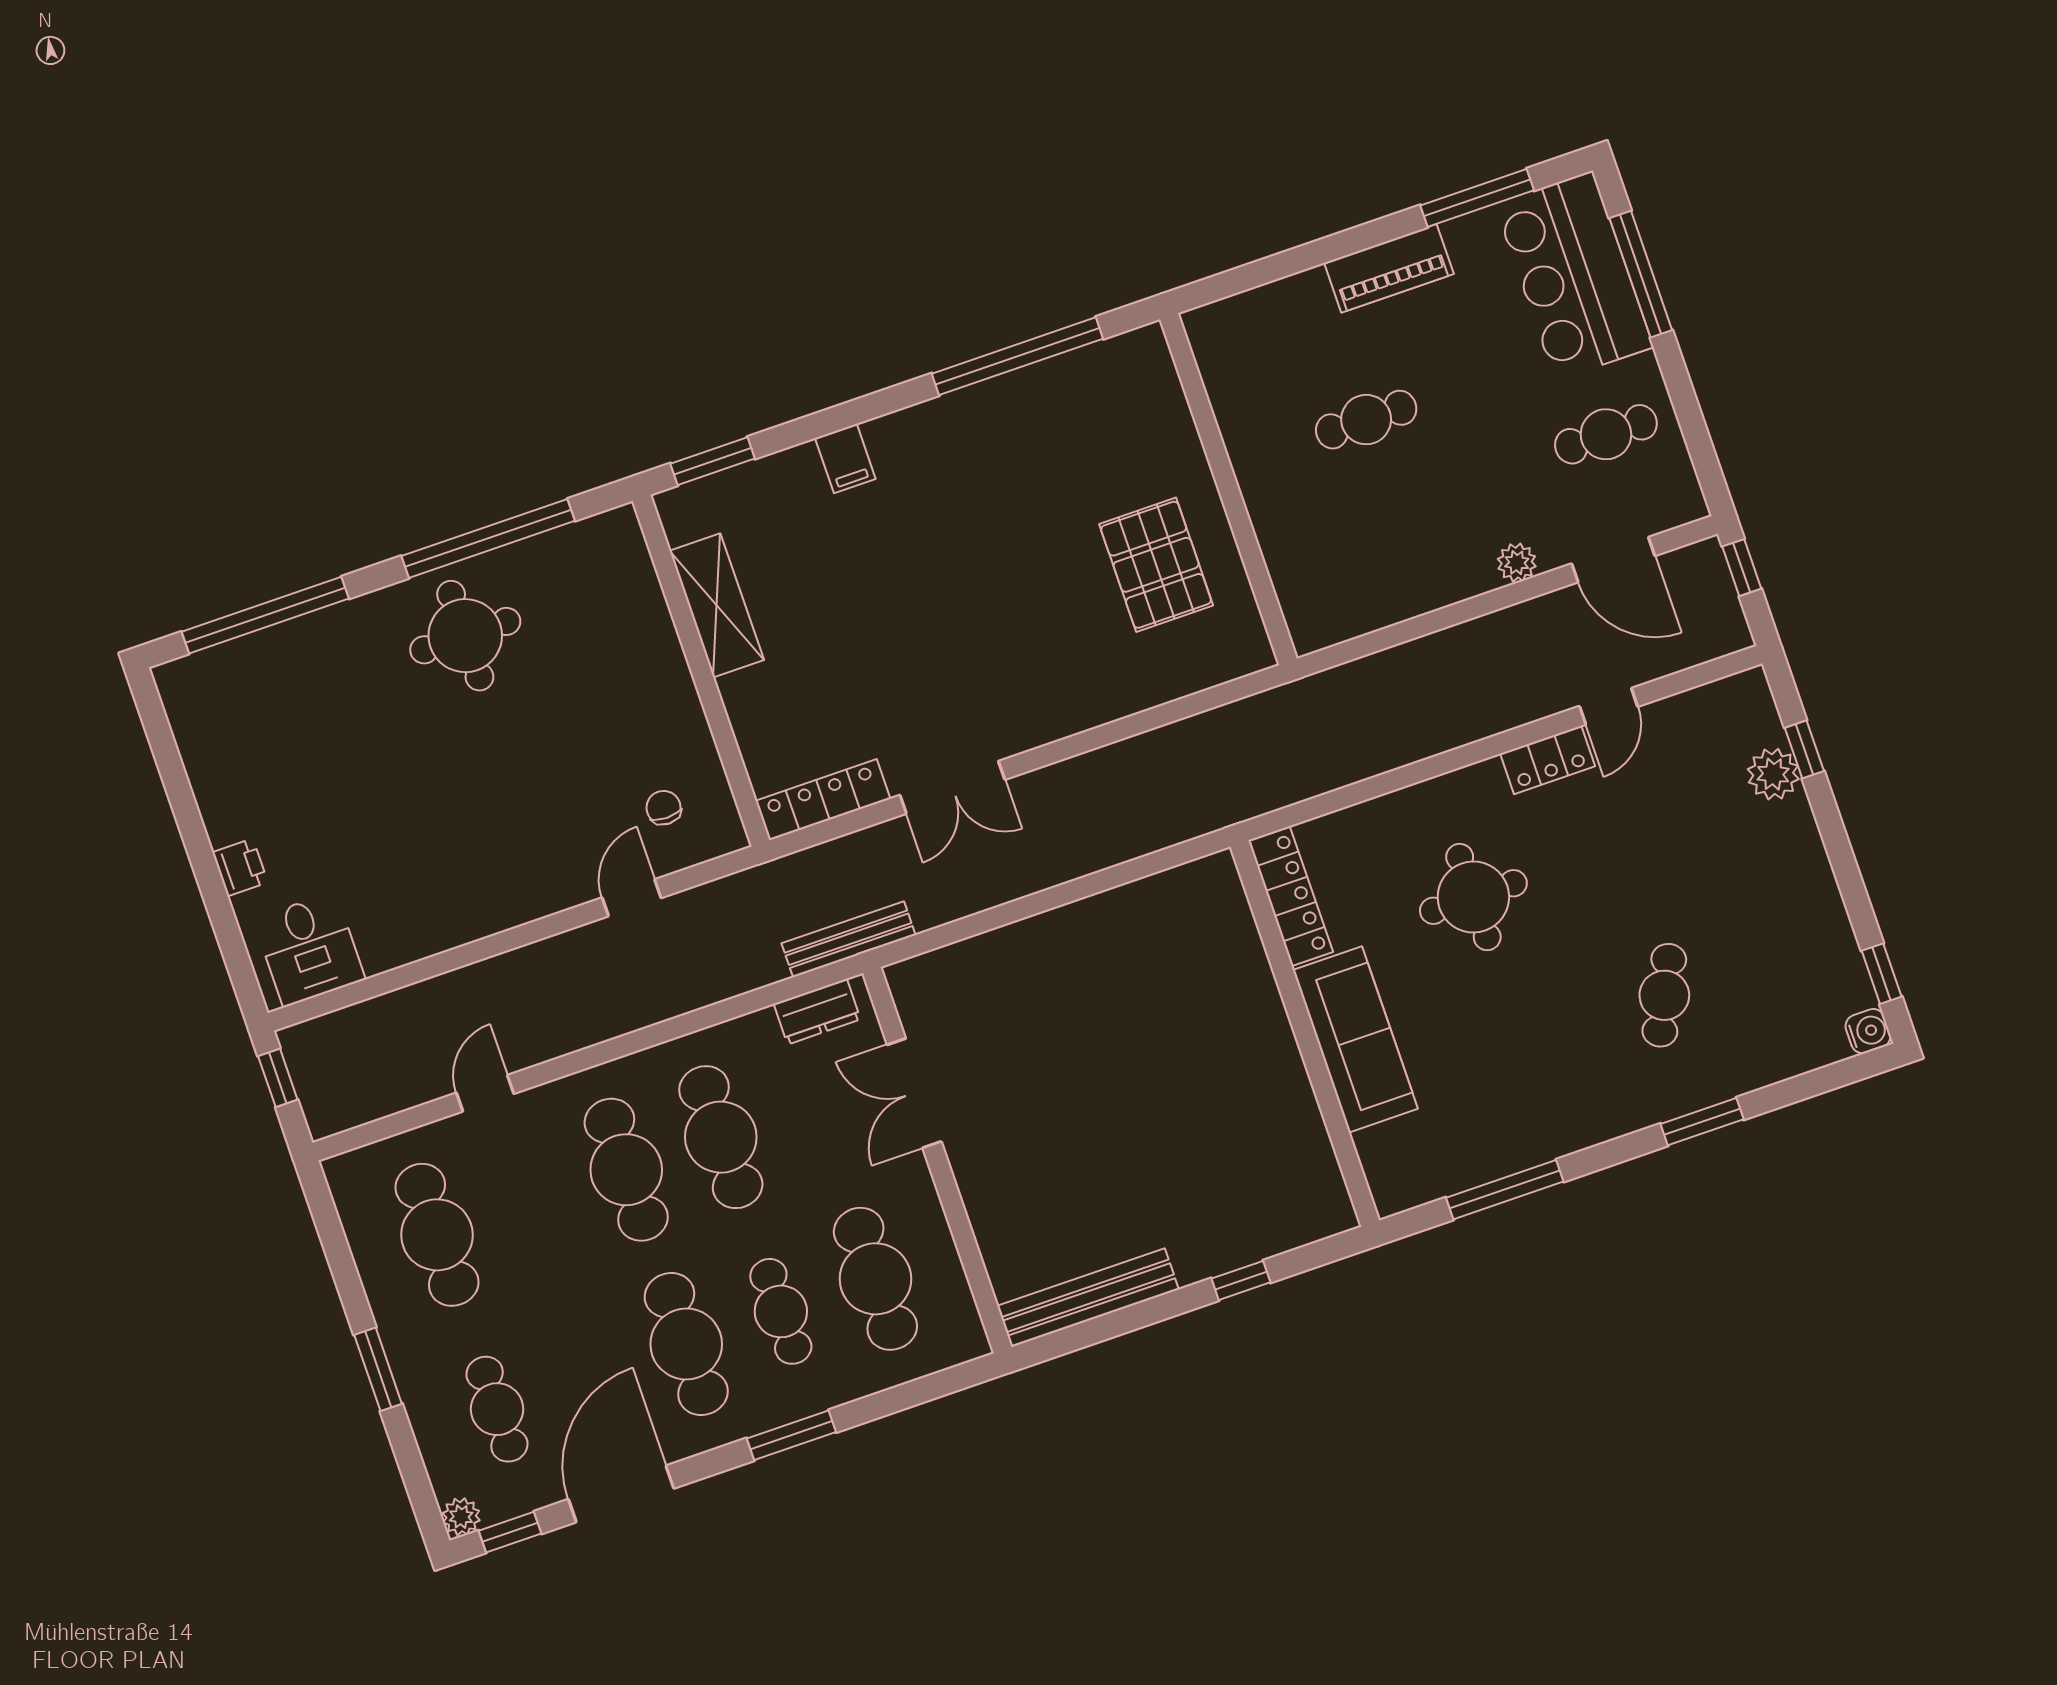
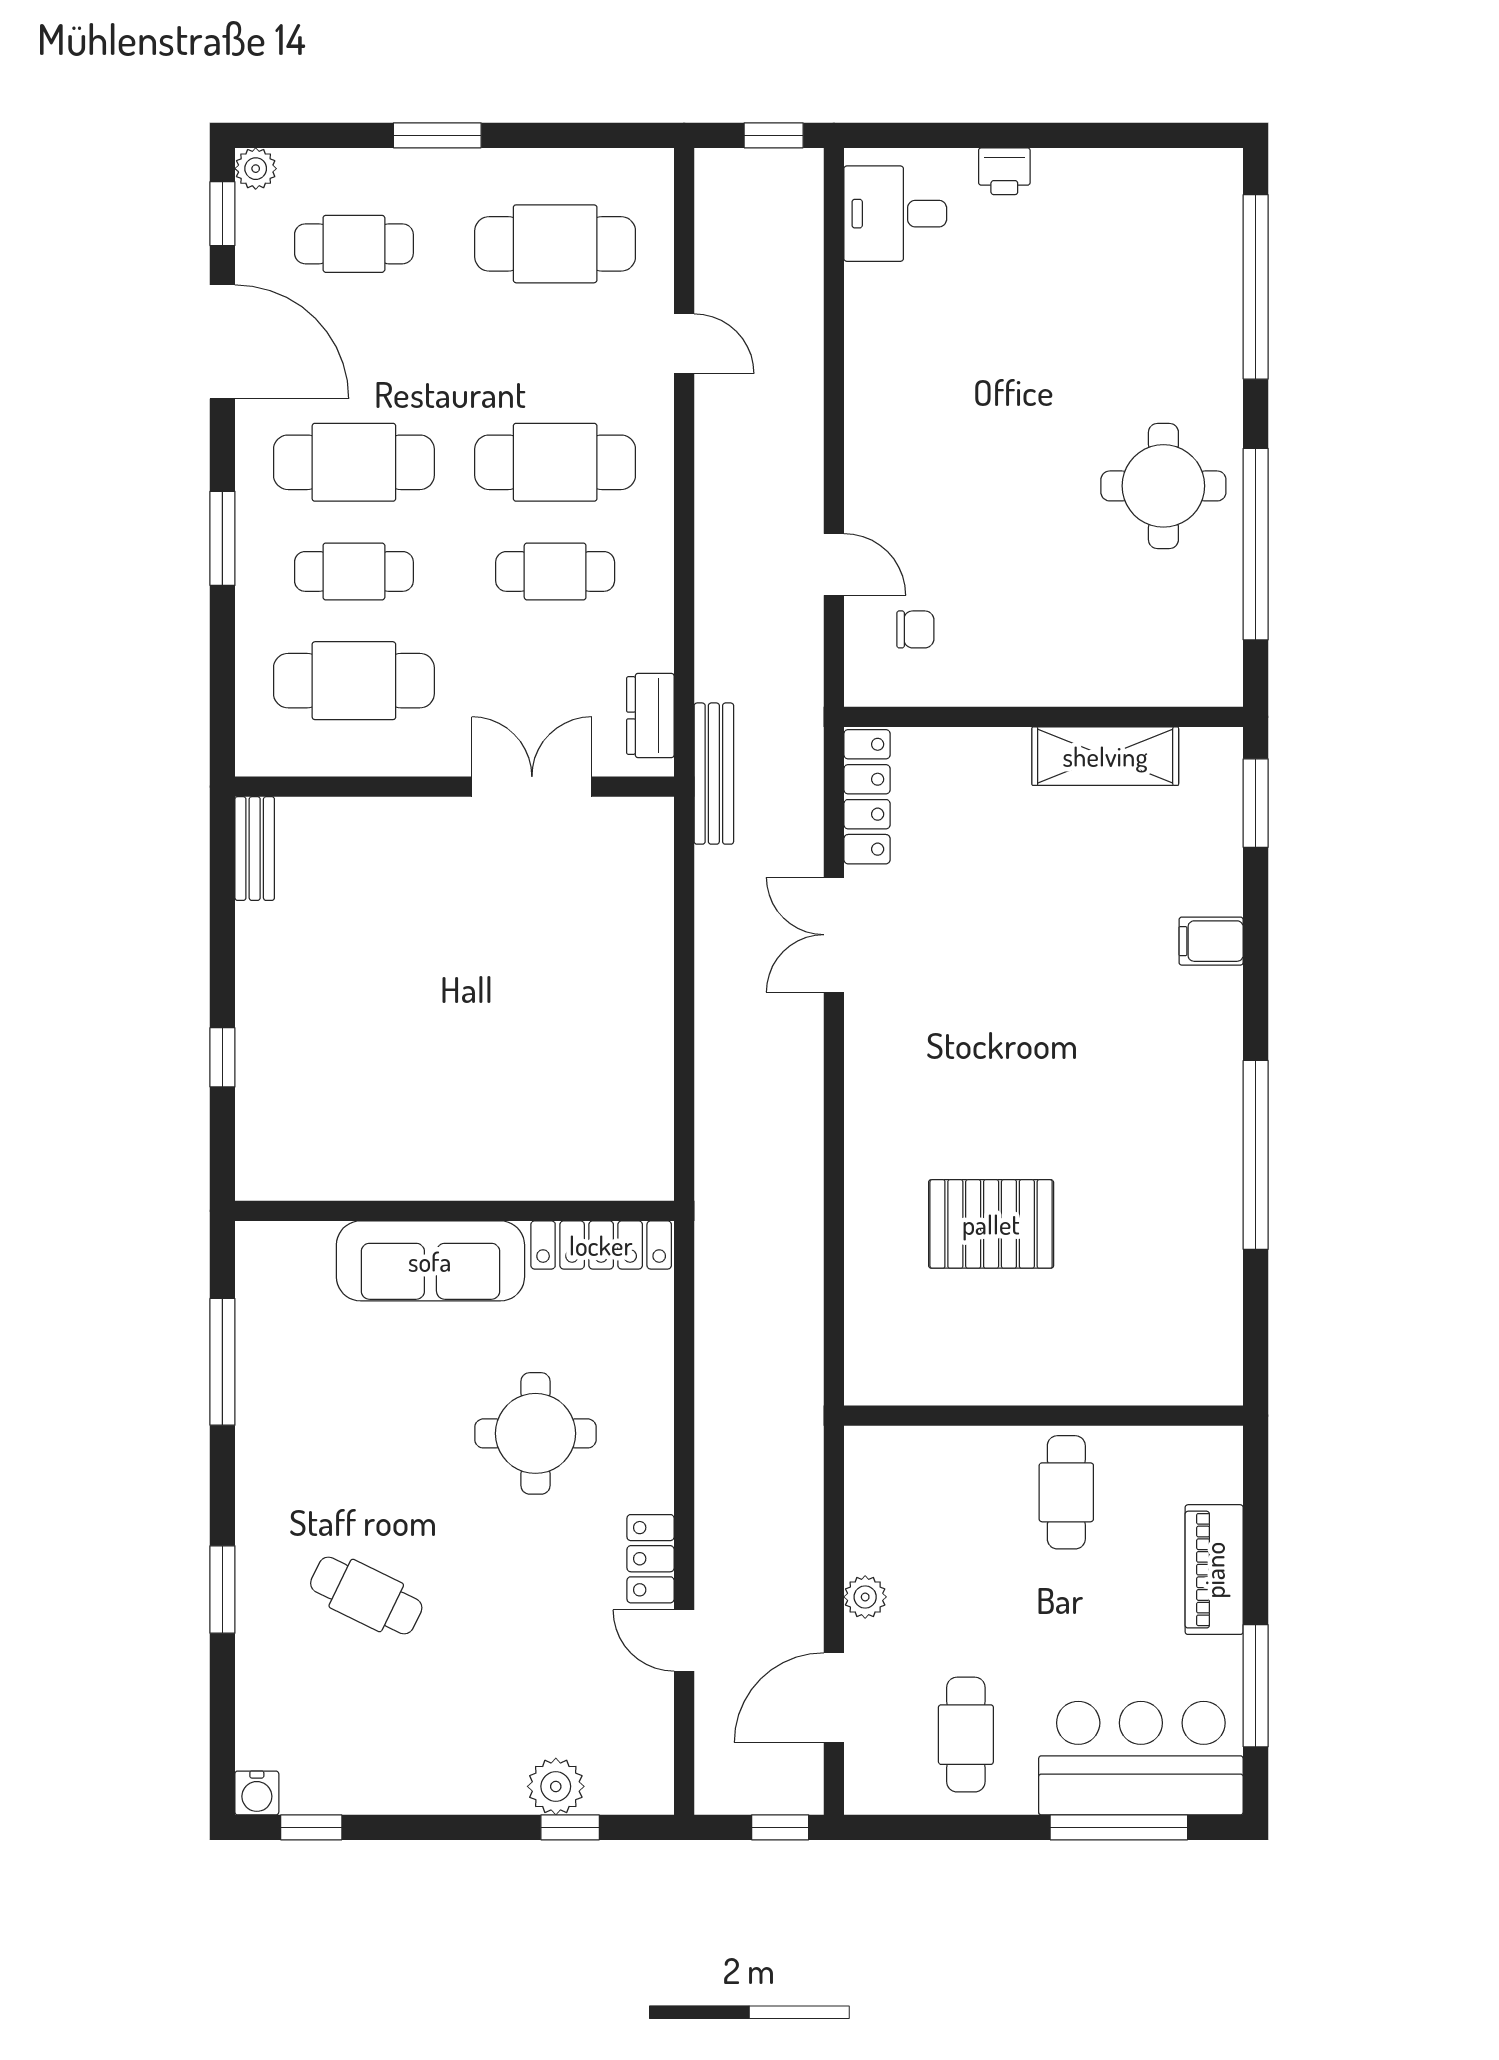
wall: (1229, 489) -> (1043, 1416), moved
cafe table: (721, 1137) -> (555, 571), width x0.73, depth x0.74
bench: (1088, 1298) -> (255, 849), width x0.54, depth x0.82

